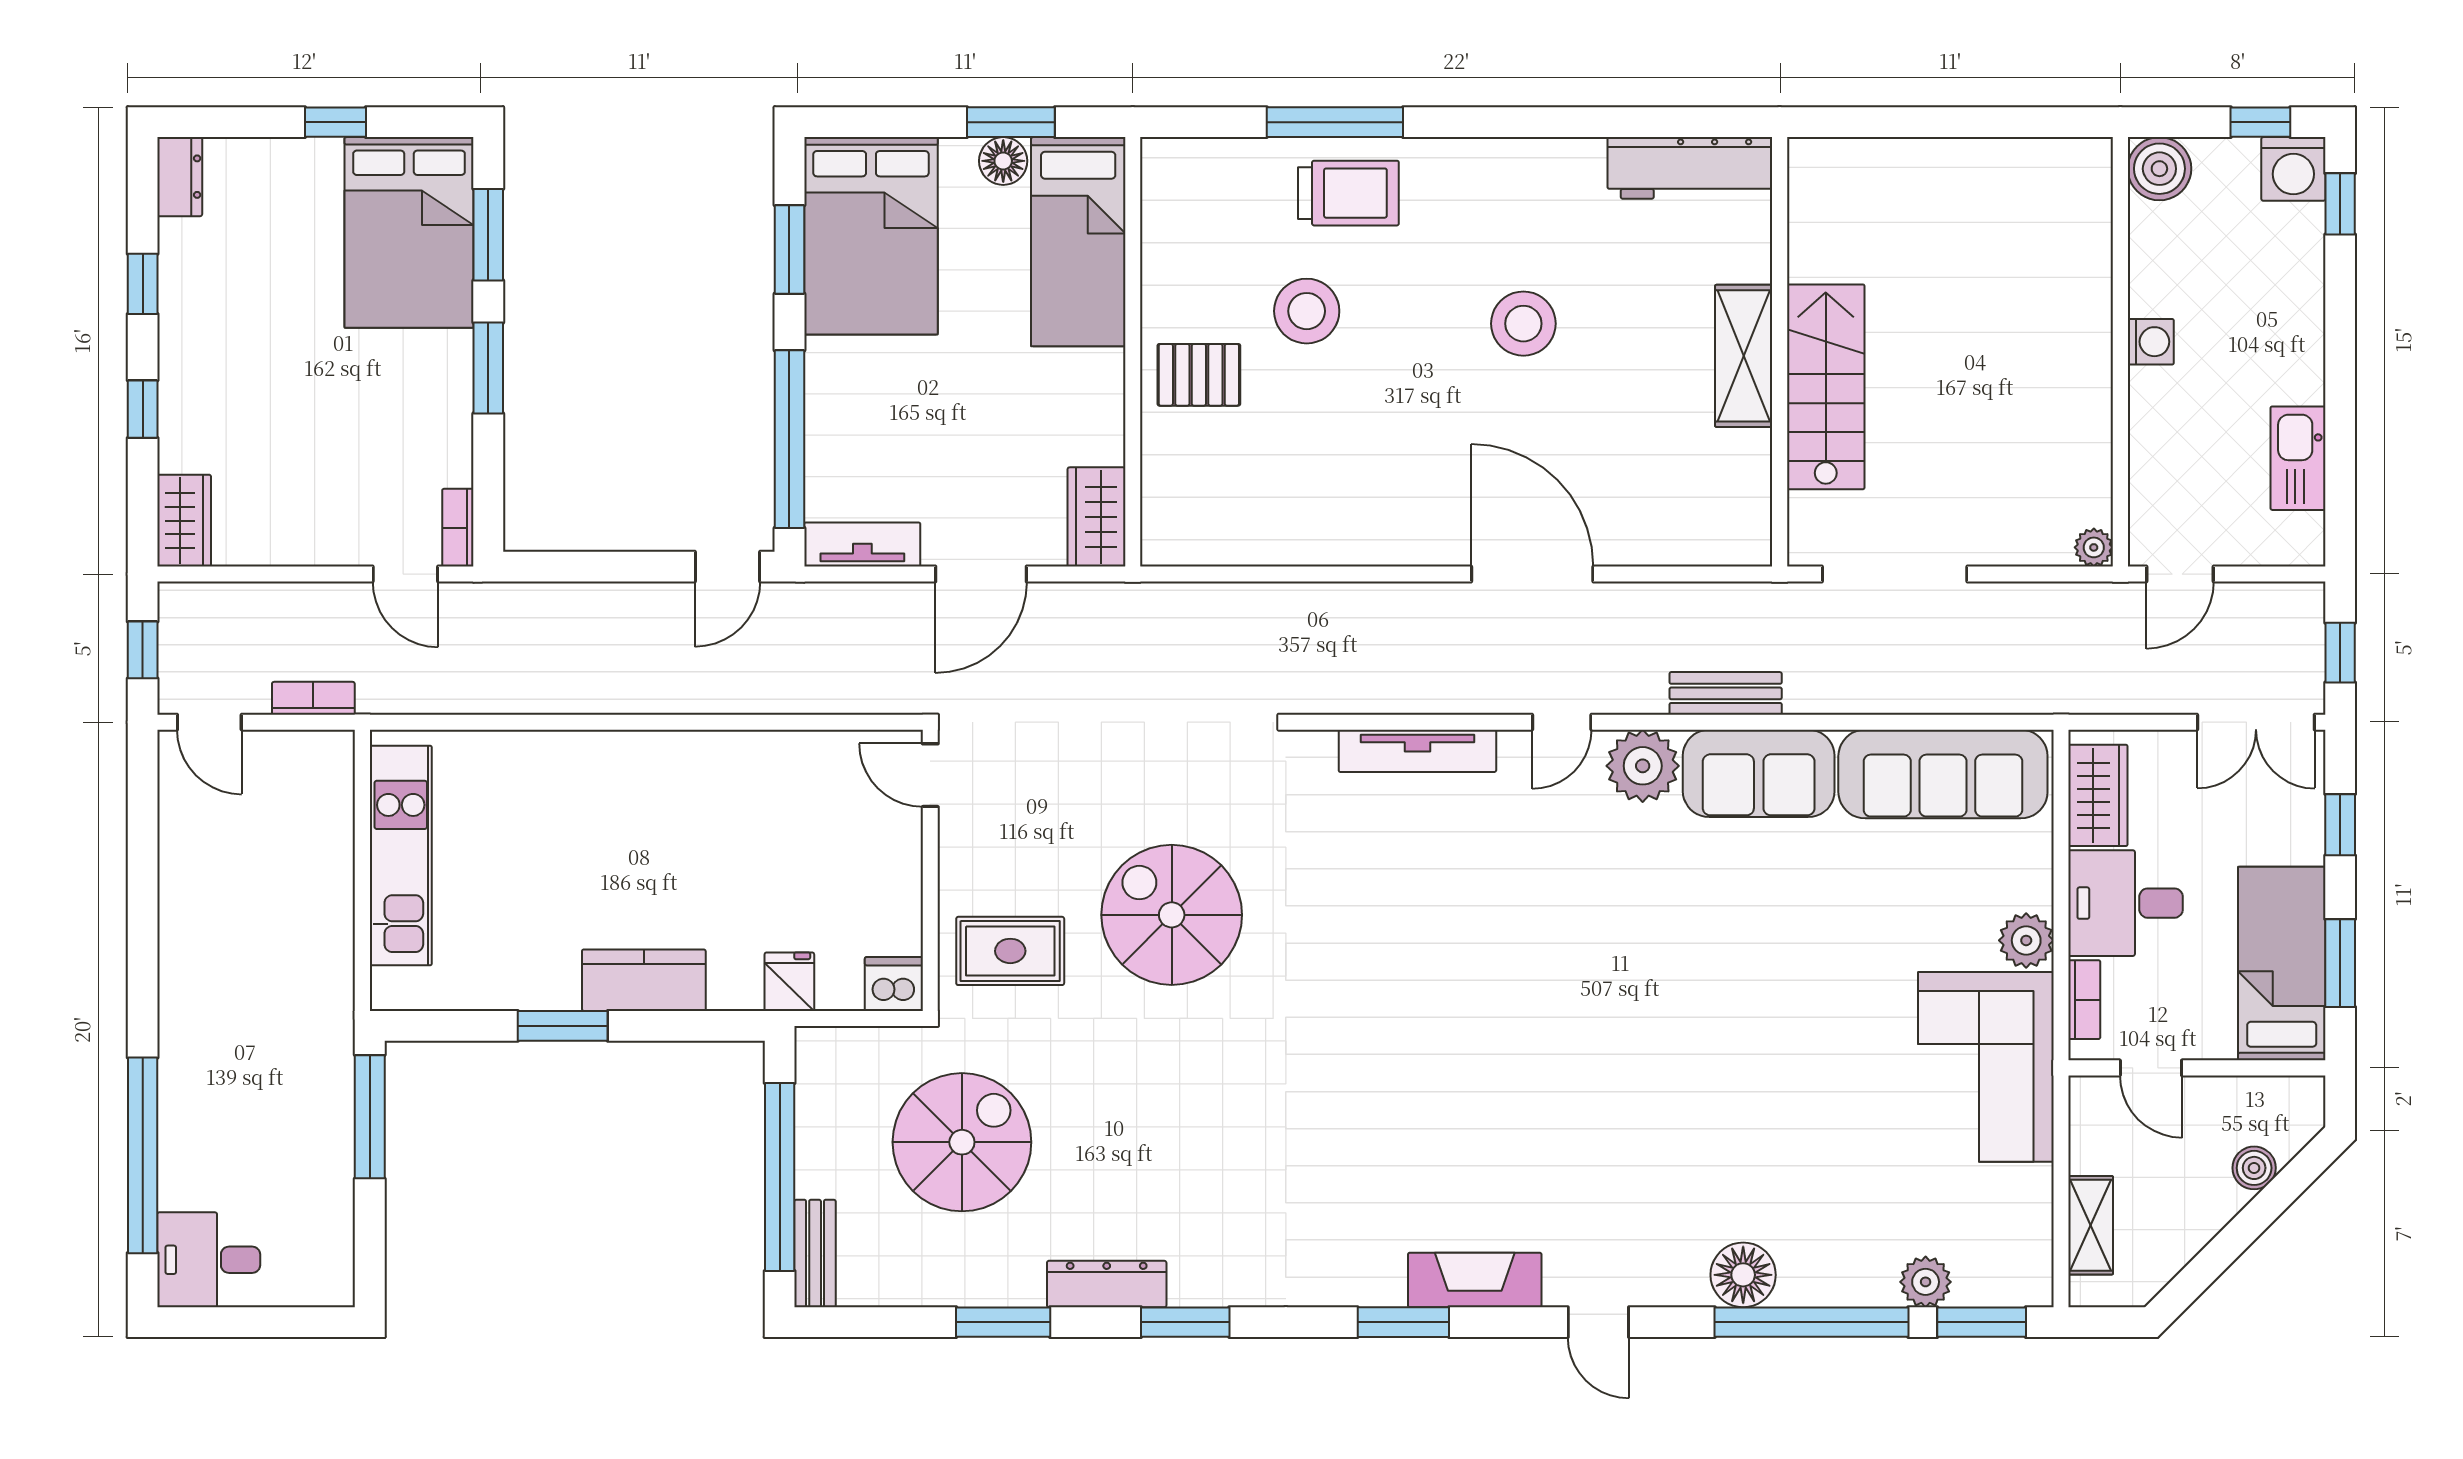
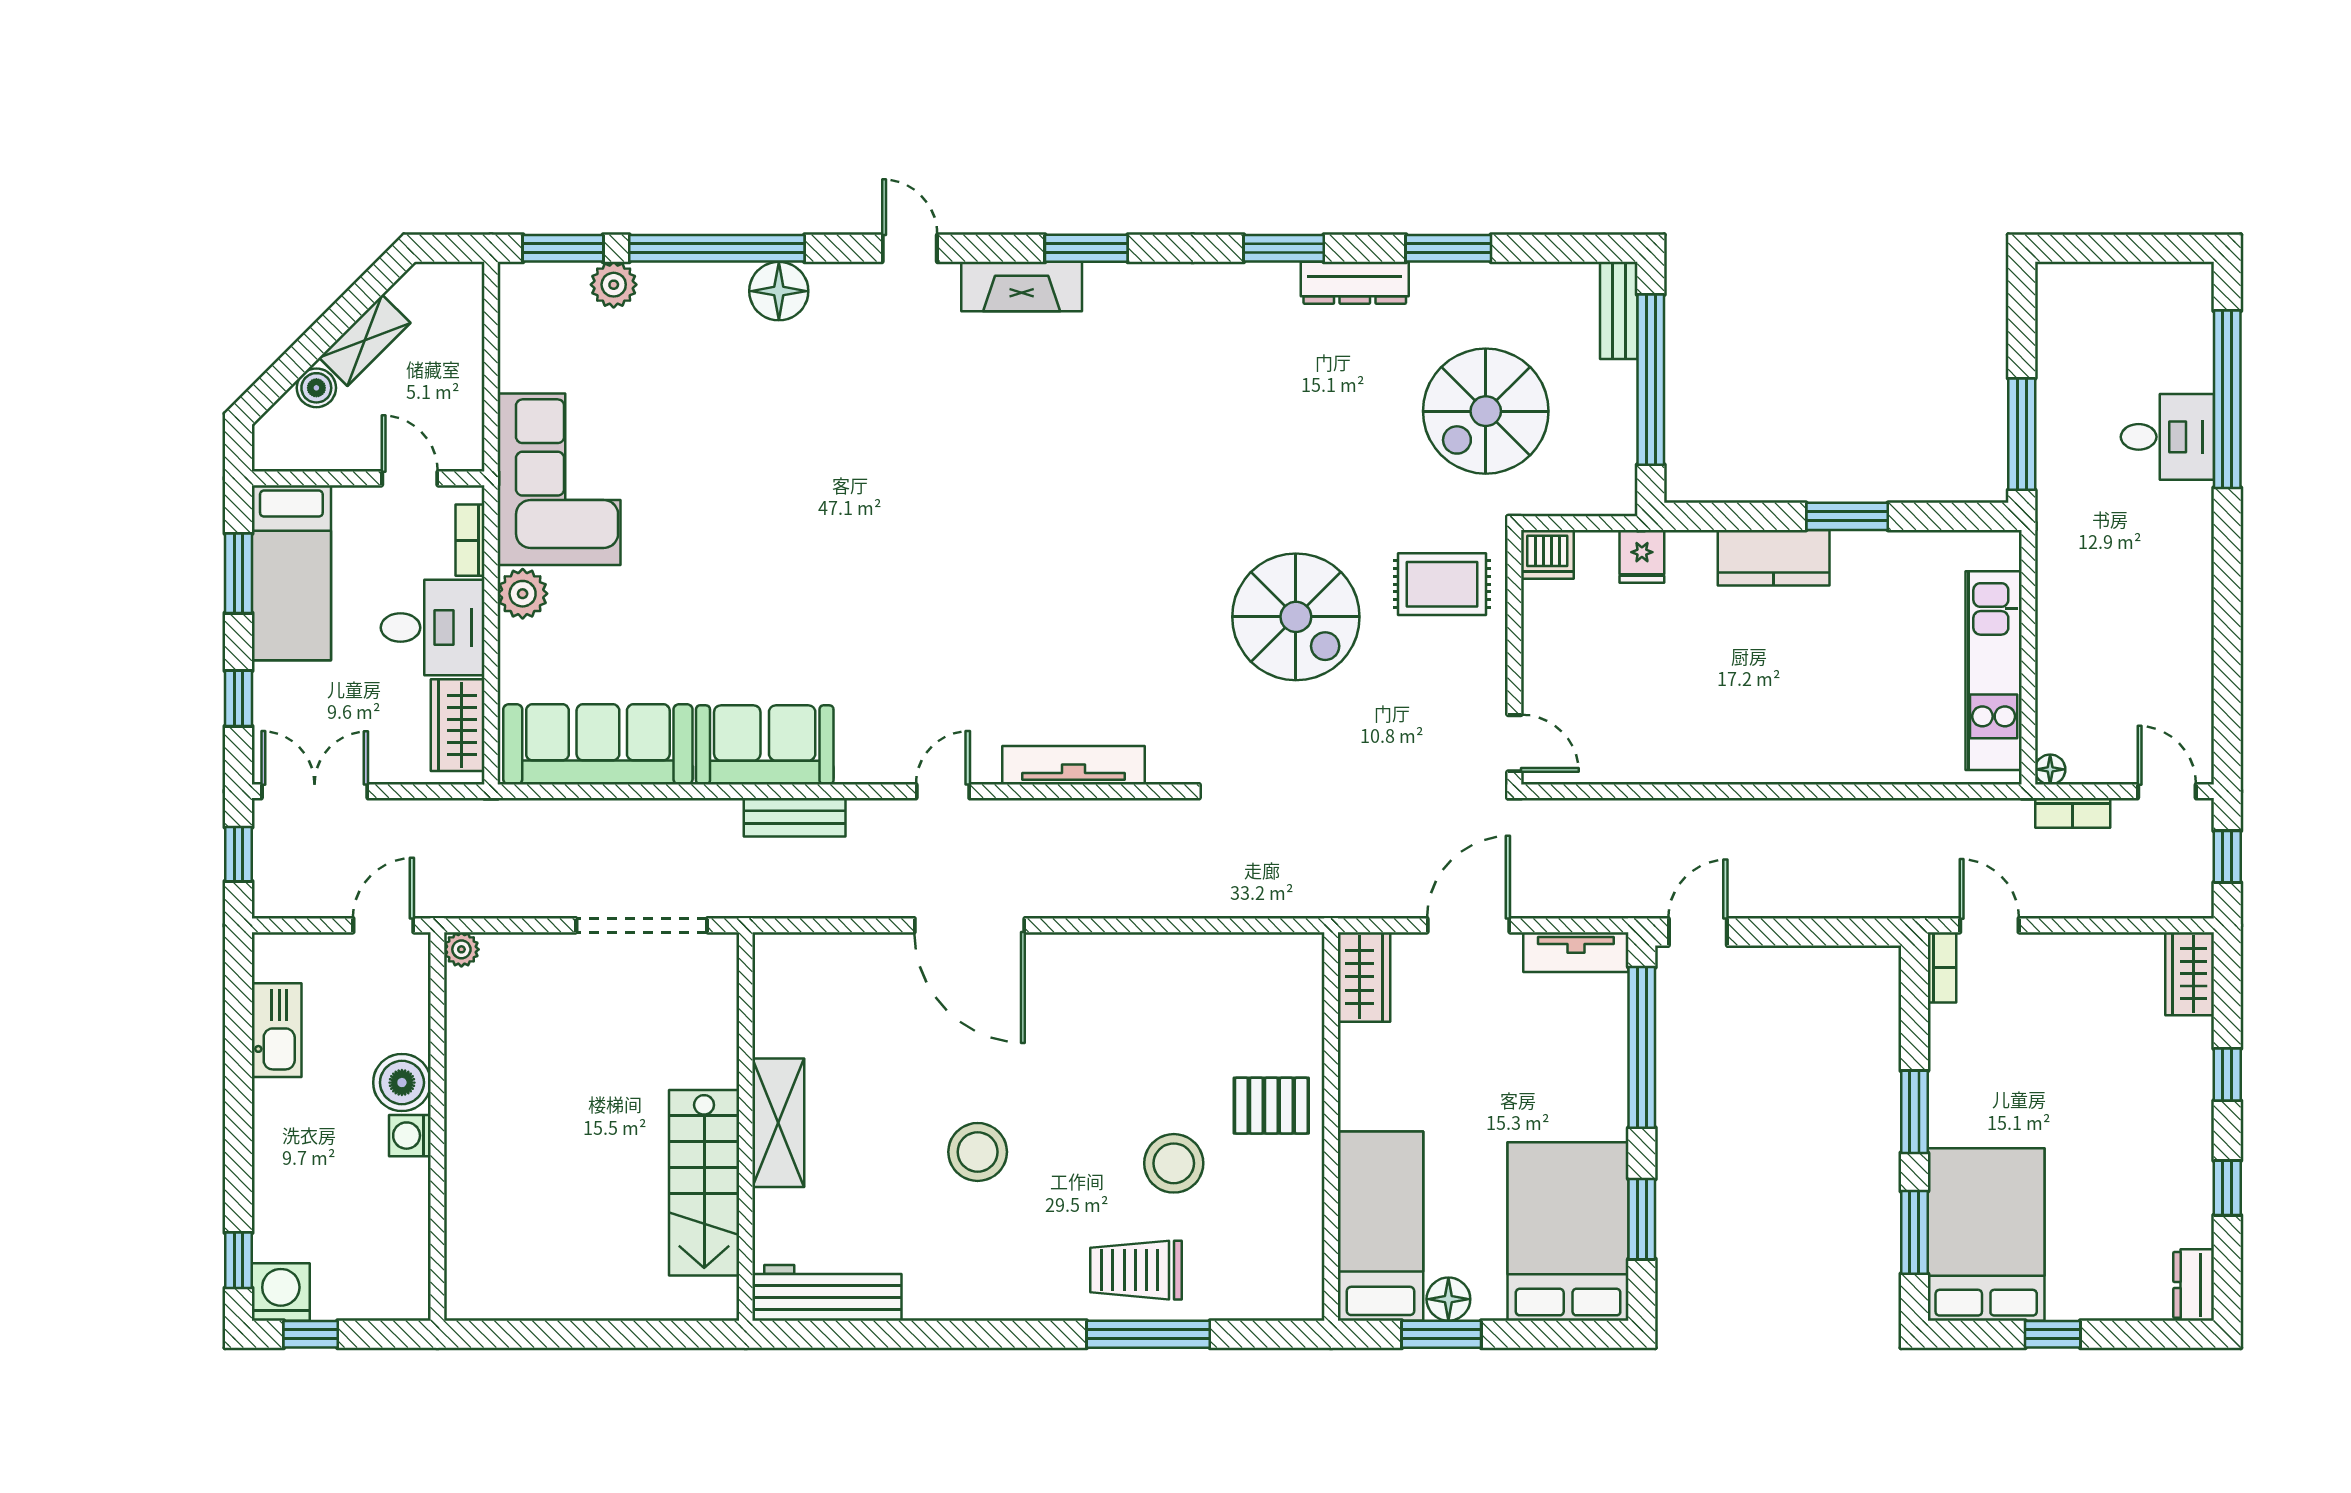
boiler: (2159, 169) -> (402, 1083), moved
stairs: (1826, 387) -> (704, 1183), moved
floor lamp: (338, 746) -> (2050, 769), added
plant: (1643, 766) -> (870, 752), removed
shelving: (2091, 1225) -> (365, 340), moved, turned 45
desk: (209, 1260) -> (2167, 437), moved

